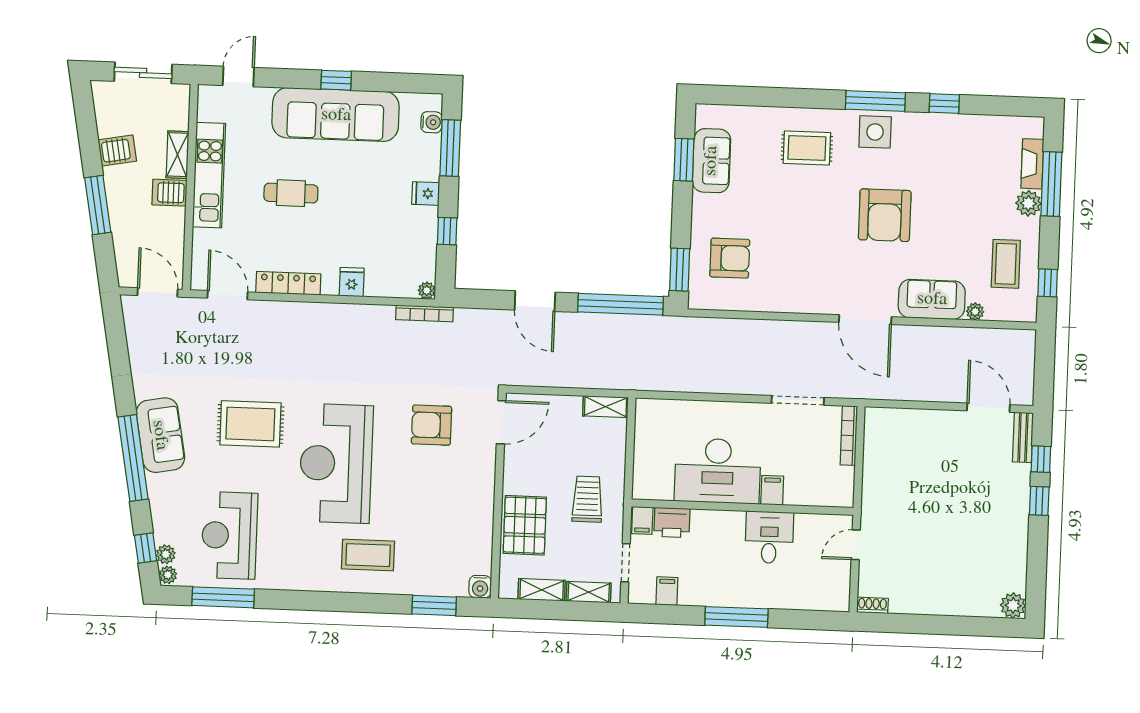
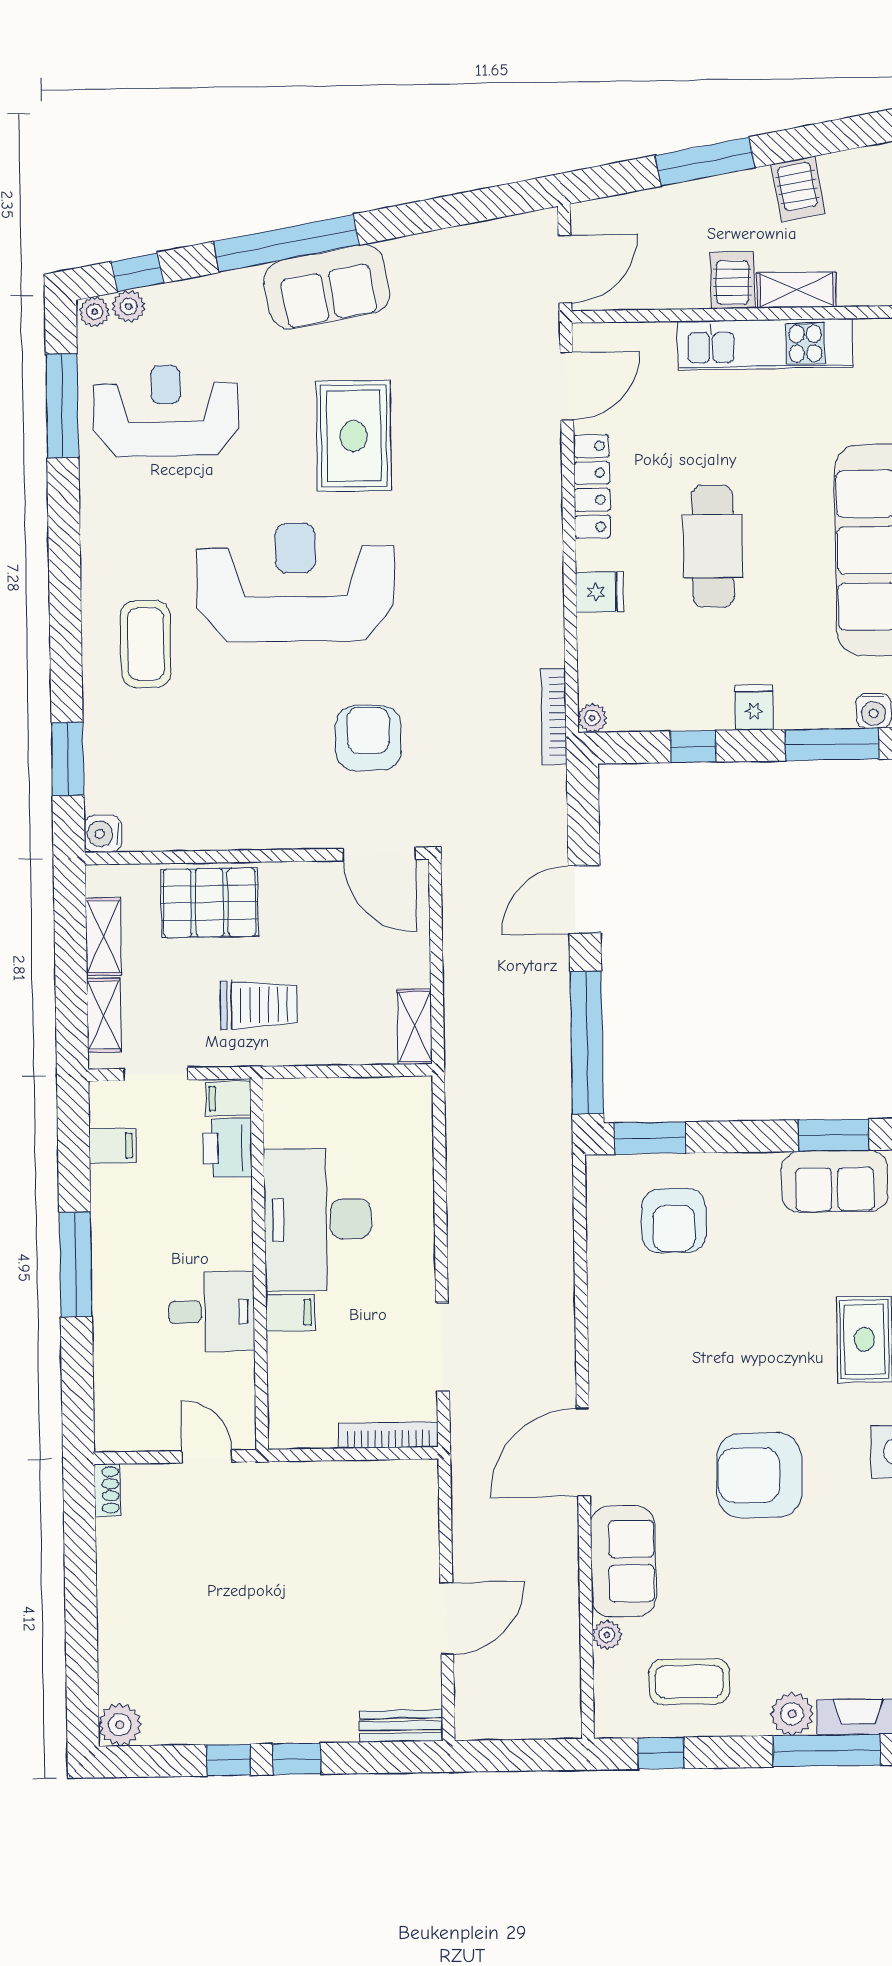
cafe table: (291, 193) -> (713, 546), moved, width x1.37, depth x1.35
door: (988, 408) -> (447, 1618), moved
window: (1041, 459) -> (228, 1760), moved

